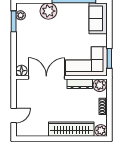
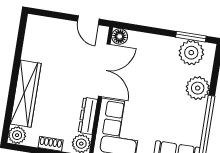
plant: (21, 15) -> (191, 53), width x1.87, depth x1.87
door: (14, 115) -> (88, 20), moved

